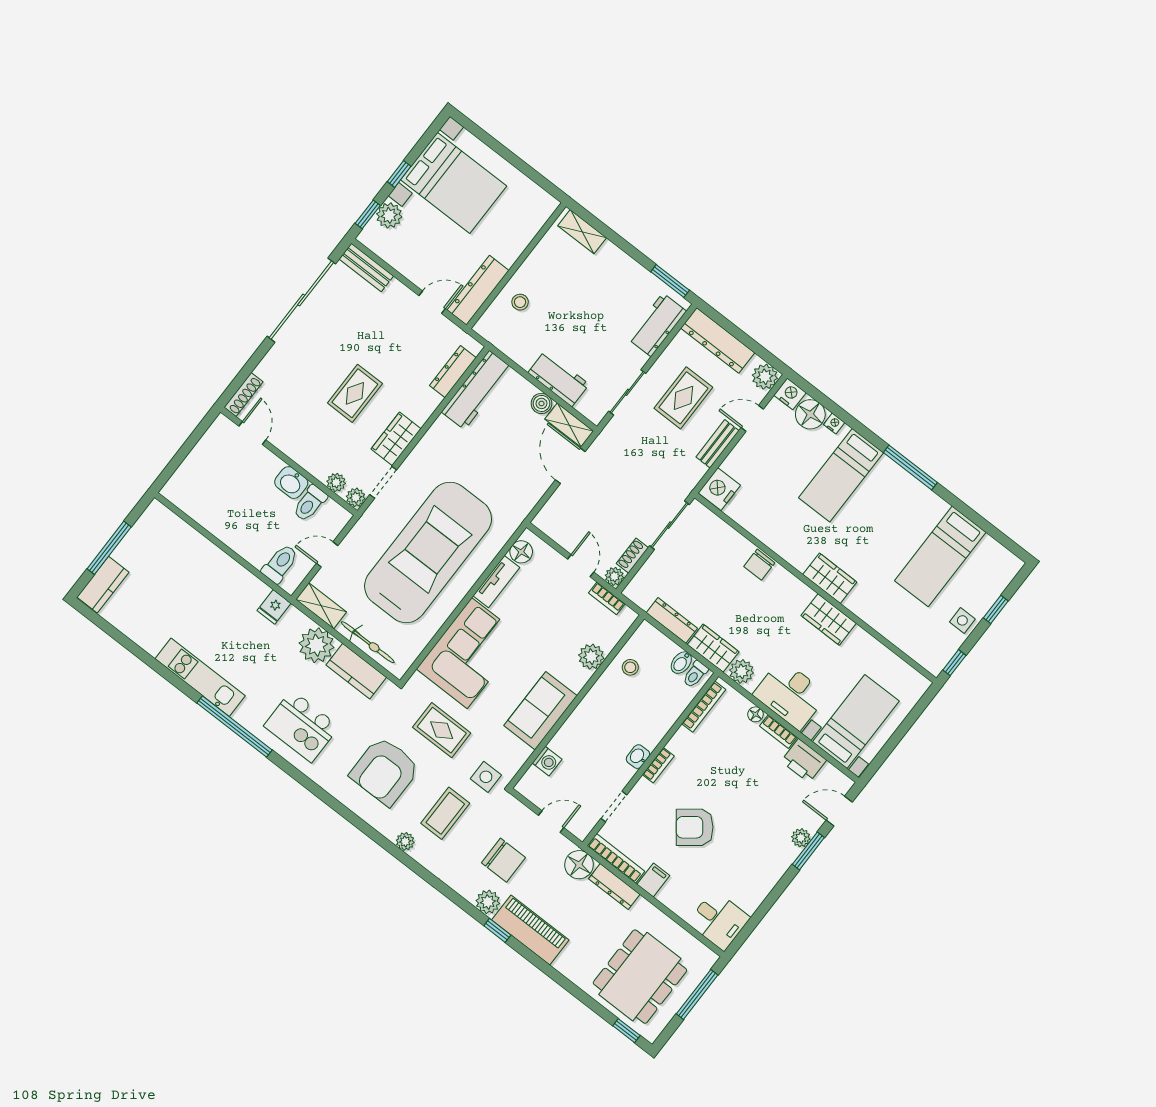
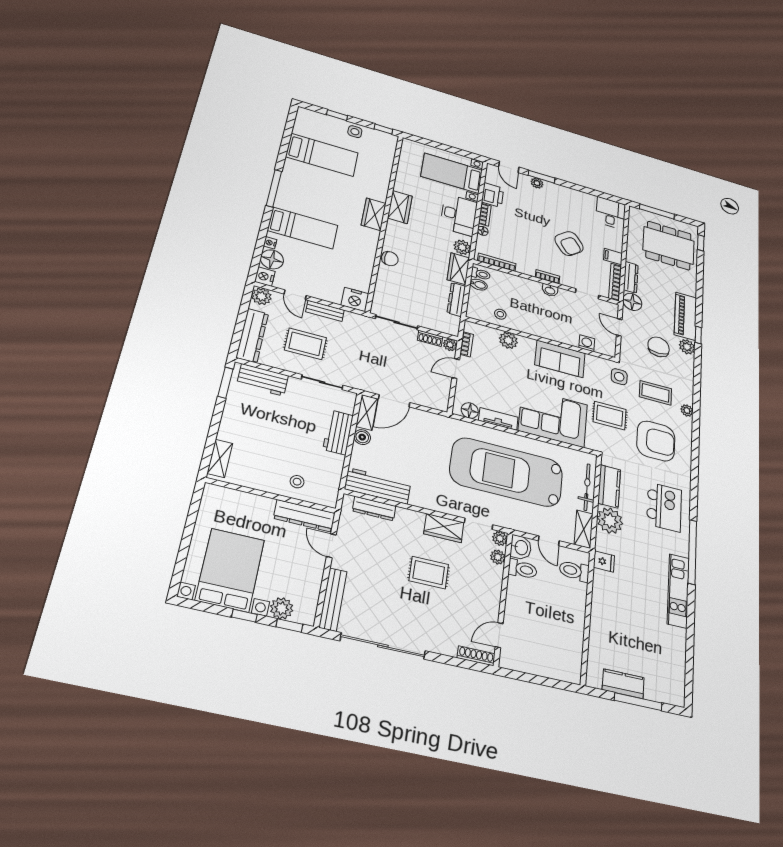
bench: (366, 268) -> (333, 599), width x1.36
washbasin: (291, 483) -> (521, 547), moved
kitchen counter: (103, 585) -> (623, 684), moved
rug: (442, 730) -> (610, 416), turned 90

